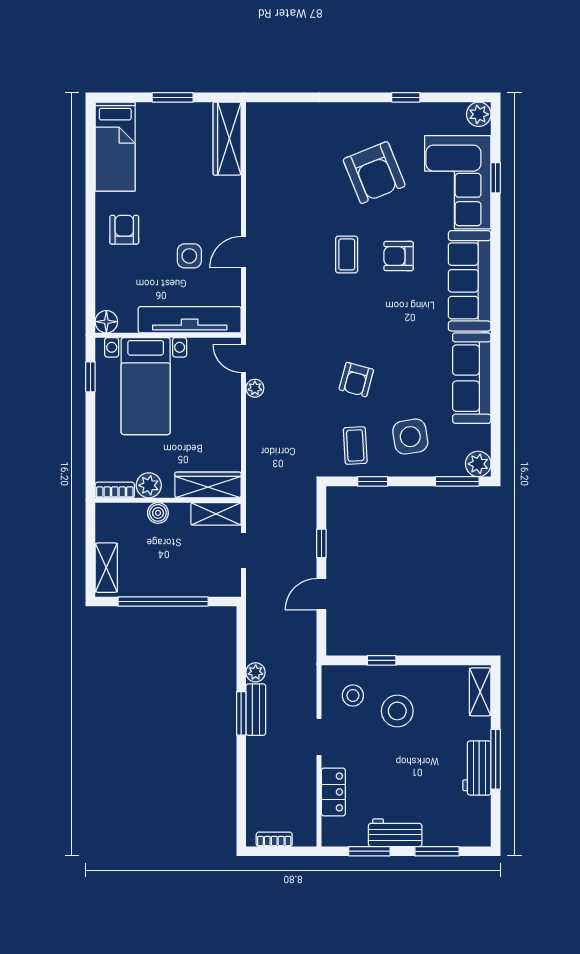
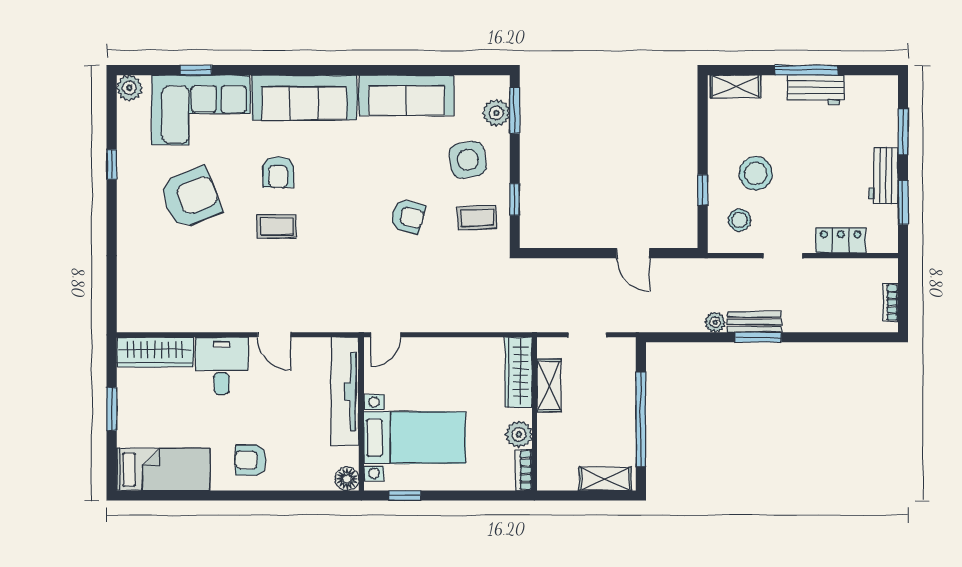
desk: (214, 202) -> (222, 366), added
side table: (189, 256) -> (278, 392), removed
plant: (255, 388) -> (417, 323), removed
plant: (478, 464) -> (496, 113), moved
boiler: (158, 513) -> (548, 425), removed
shelving: (216, 514) -> (549, 385), moved
window: (321, 543) -> (580, 253), removed

